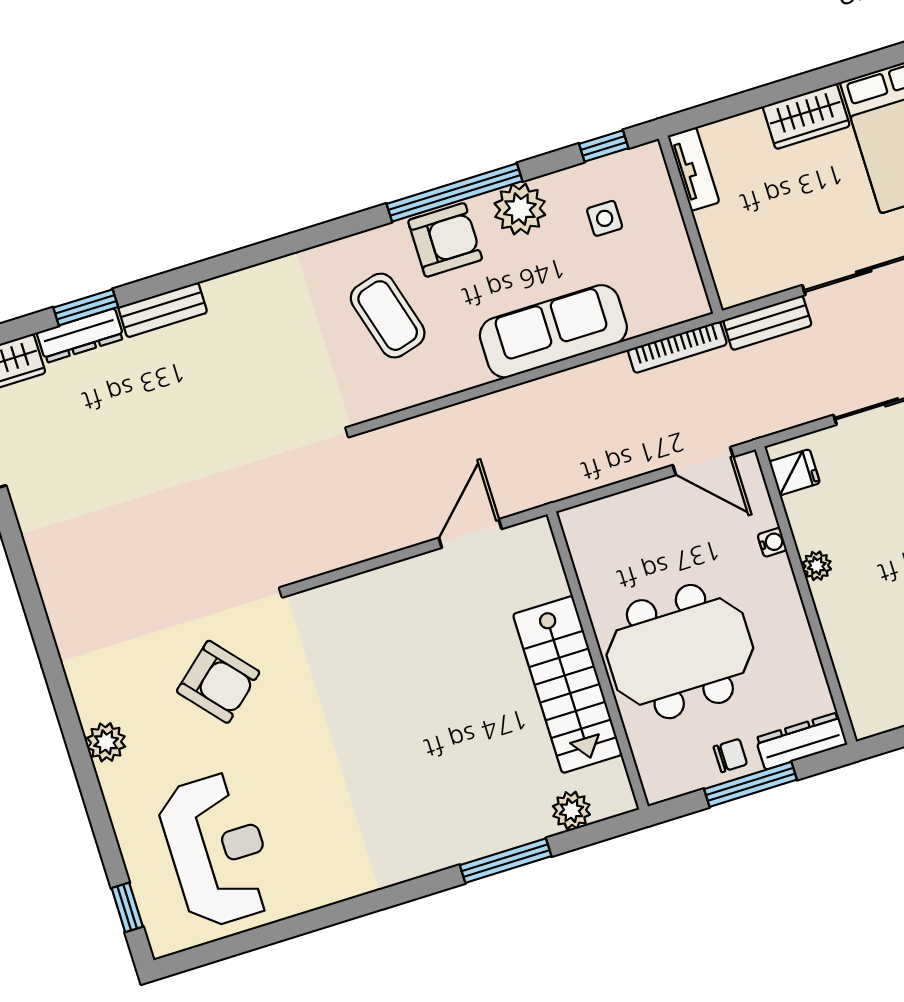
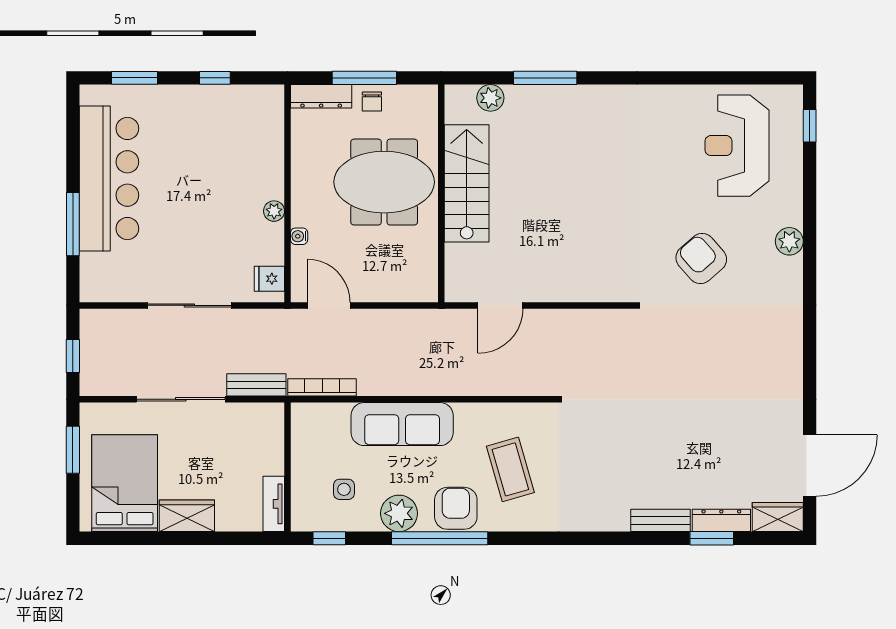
armchair: (445, 240) -> (456, 508), turned 90
chair: (730, 755) -> (372, 102), turned -90

